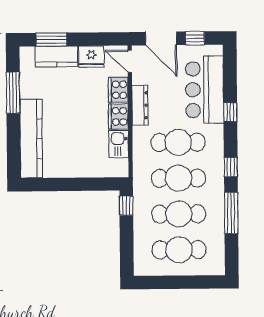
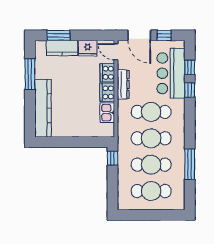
window: (231, 167) -> (190, 67), moved

